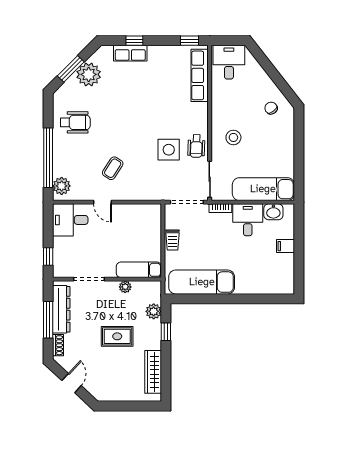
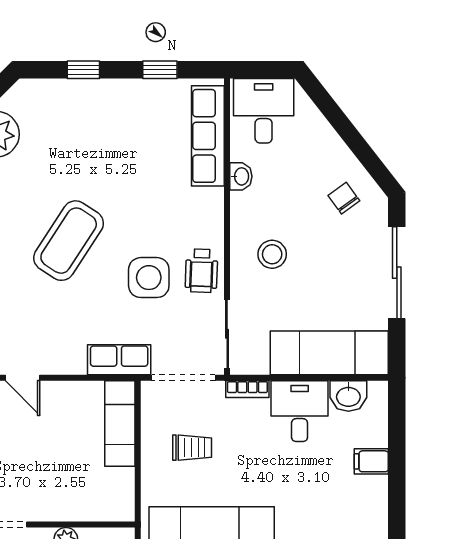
window: (189, 41) -> (160, 70), moved
row of seats: (130, 53) -> (119, 360), moved, turned 180
washbasin: (217, 97) -> (241, 176), added
sliding door: (299, 147) -> (397, 273), added
coffee table: (113, 168) -> (69, 241), moved, width x1.86, depth x1.72
trolley: (172, 240) -> (192, 448), moved, turned -90
exam couch: (139, 270) -> (120, 423), moved, turned -90

